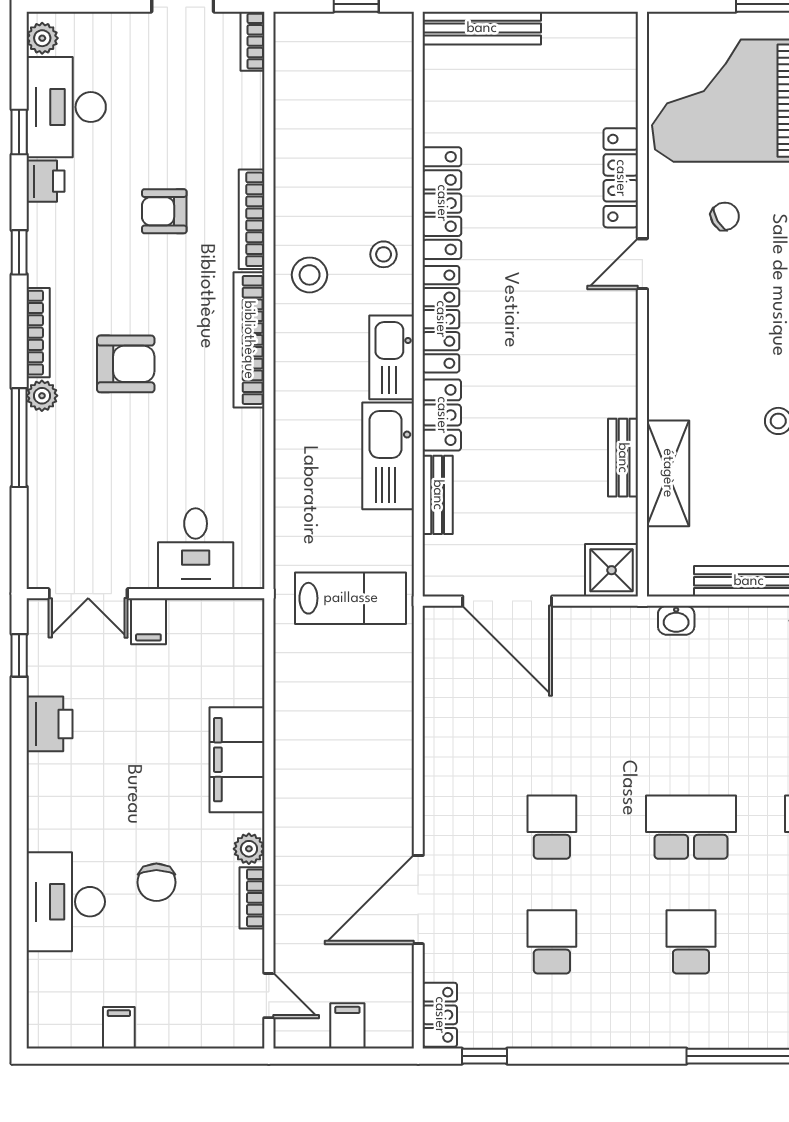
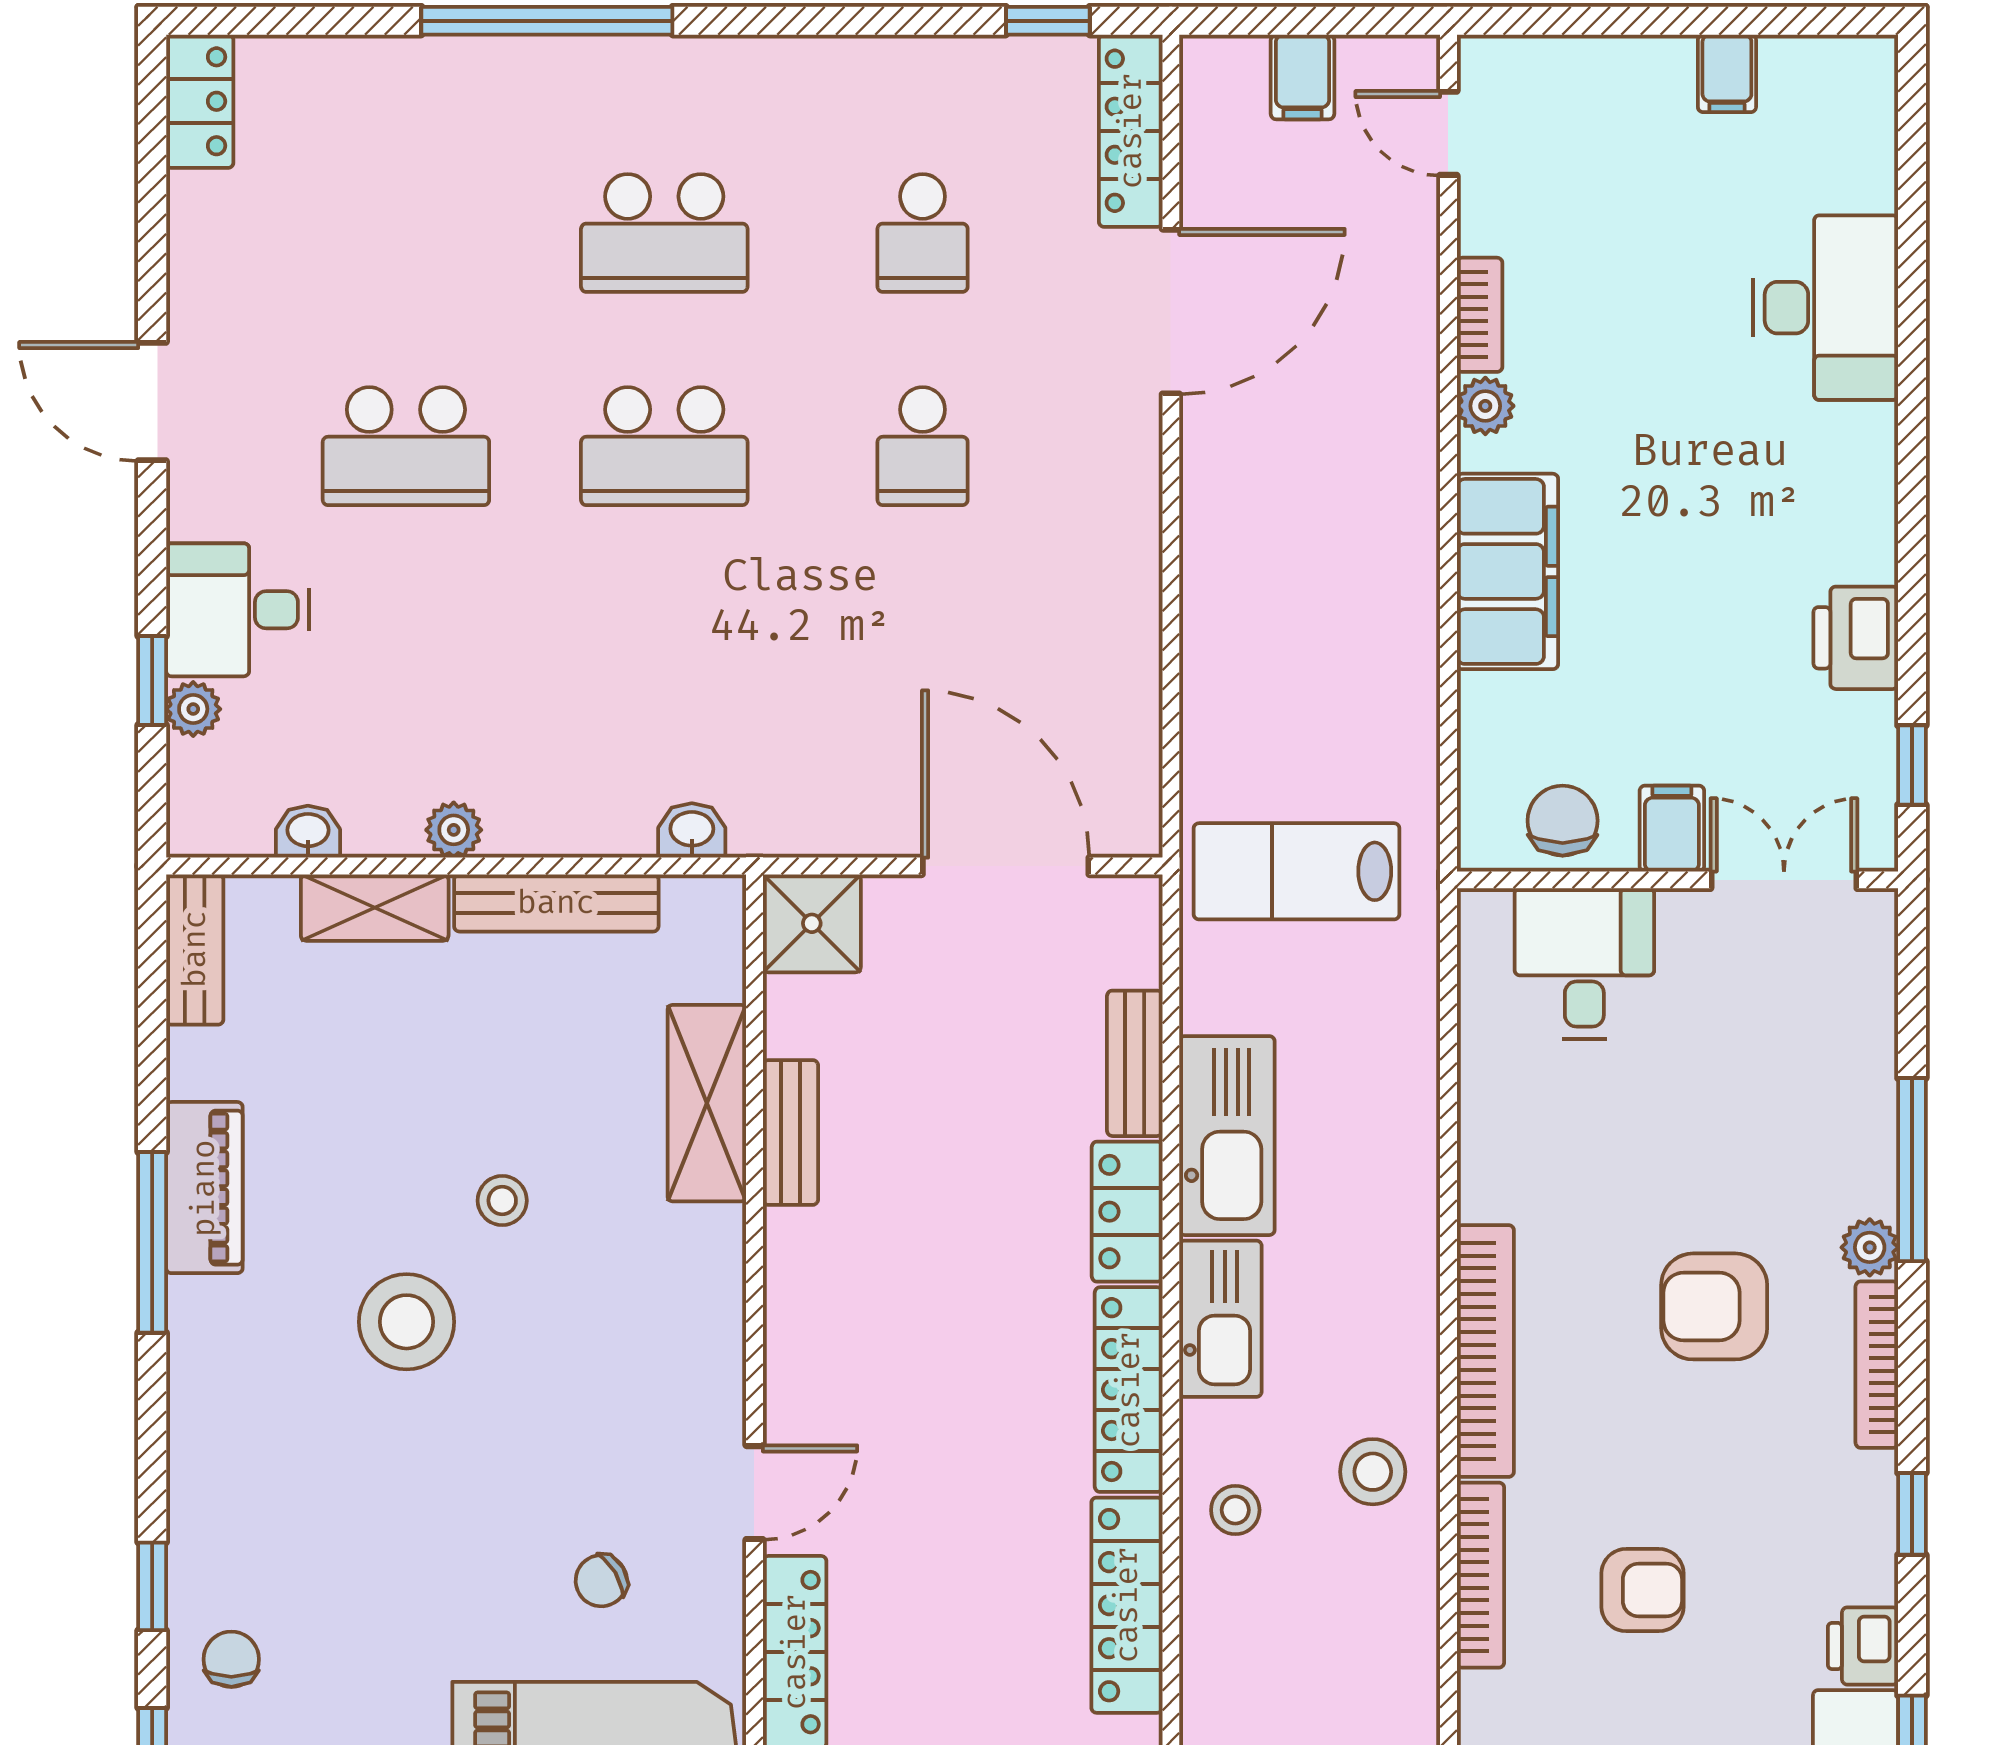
chair: (156, 882) -> (1563, 821), moved
school desk: (691, 942) -> (664, 233), width x1.85
locker: (440, 1015) -> (1131, 131), width x1.53

